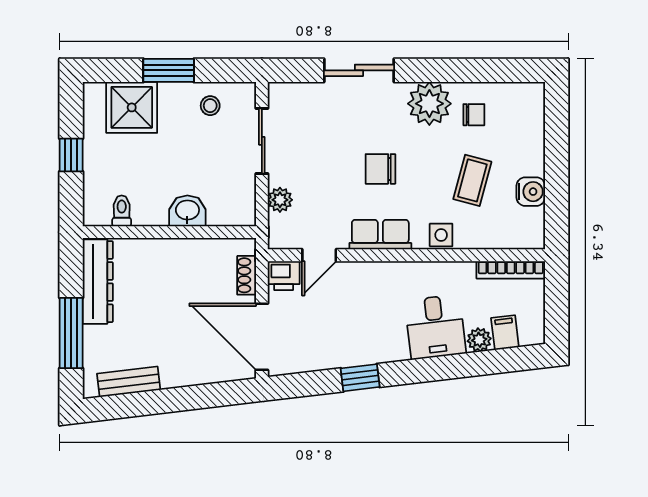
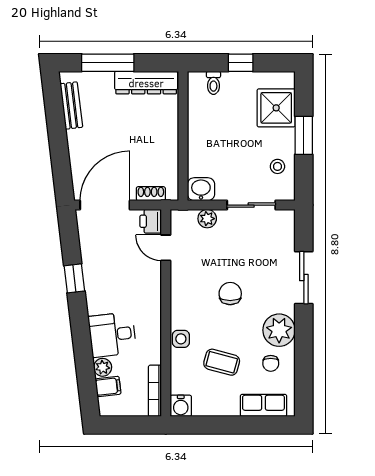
water cooler: (531, 192) -> (181, 406), moved
toilet: (122, 211) -> (213, 83), moved, turned 90
washbasin: (187, 211) -> (201, 189), moved, turned -90
row of seats: (380, 235) -> (263, 405), moved, turned -90

